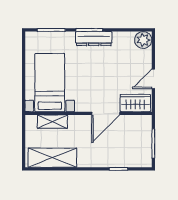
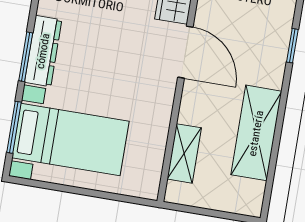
bed with nightstands: (50, 83) -> (70, 139), moved, turned 180
shelving: (52, 158) -> (256, 133), moved

